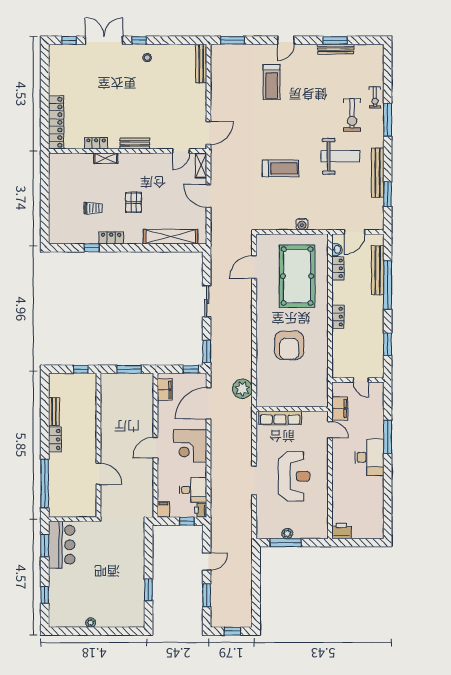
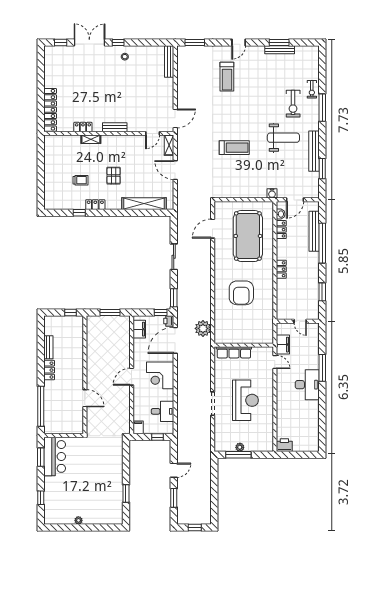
water cooler: (302, 224) -> (272, 193), moved
printer: (201, 510) -> (169, 321), moved

